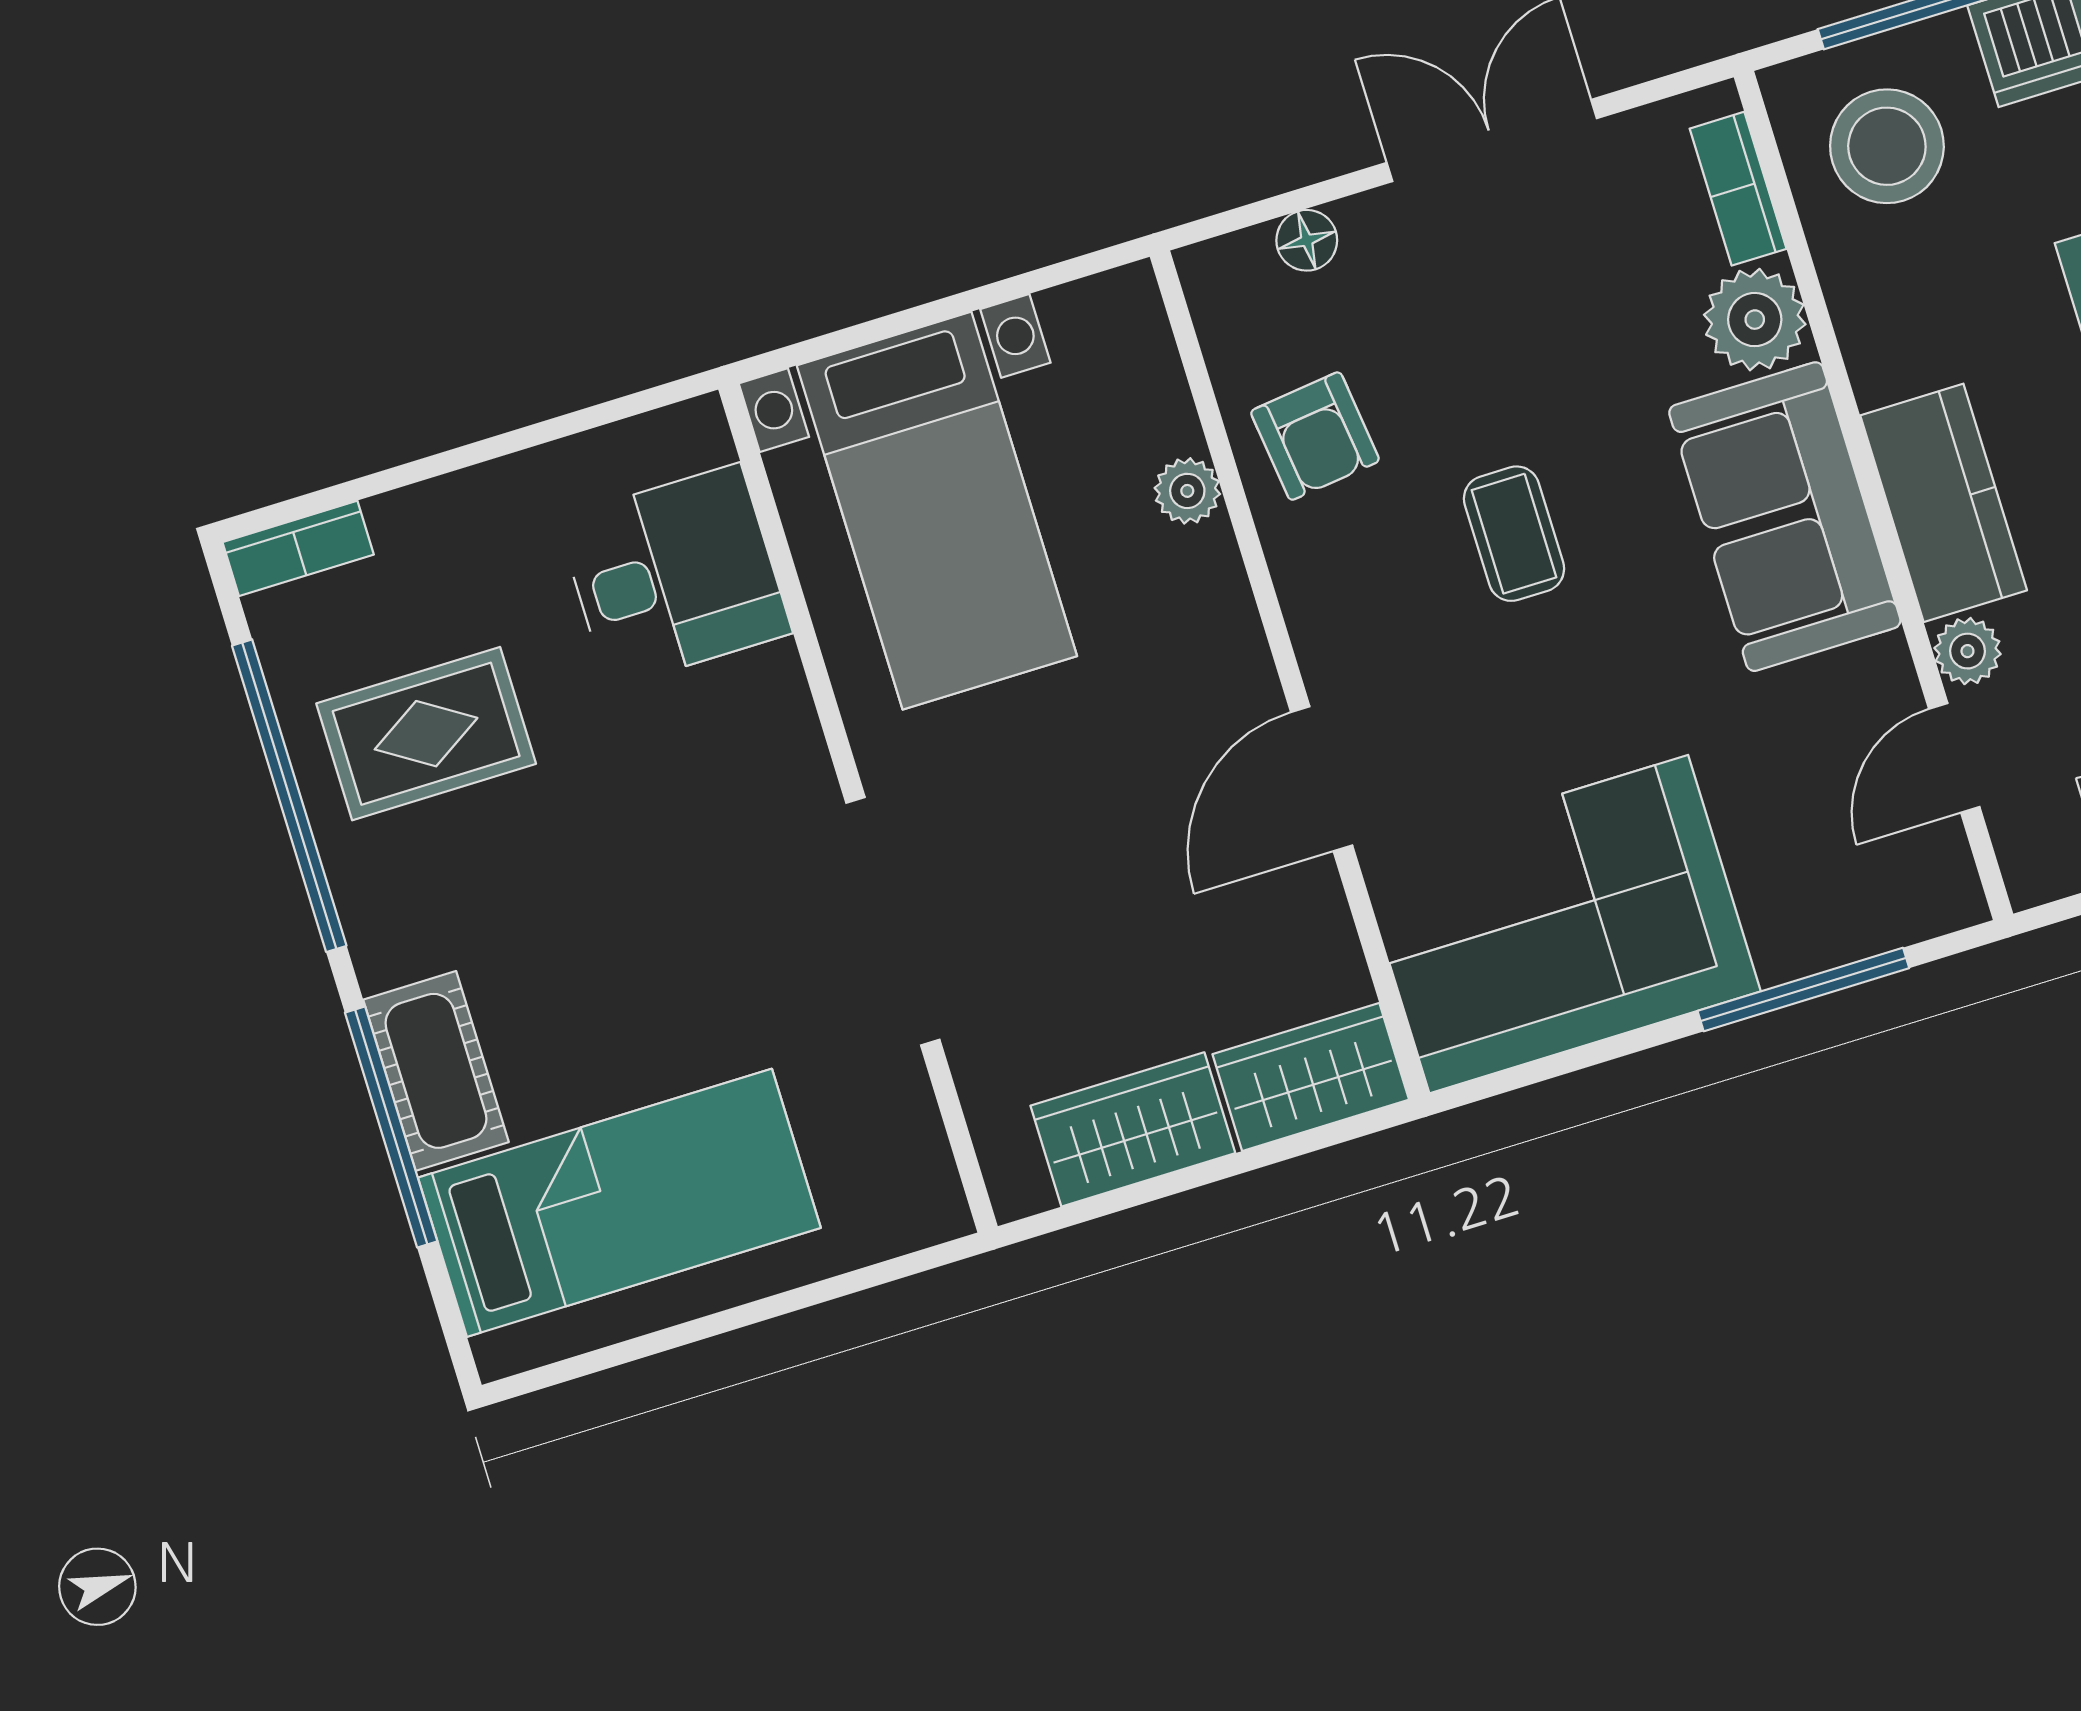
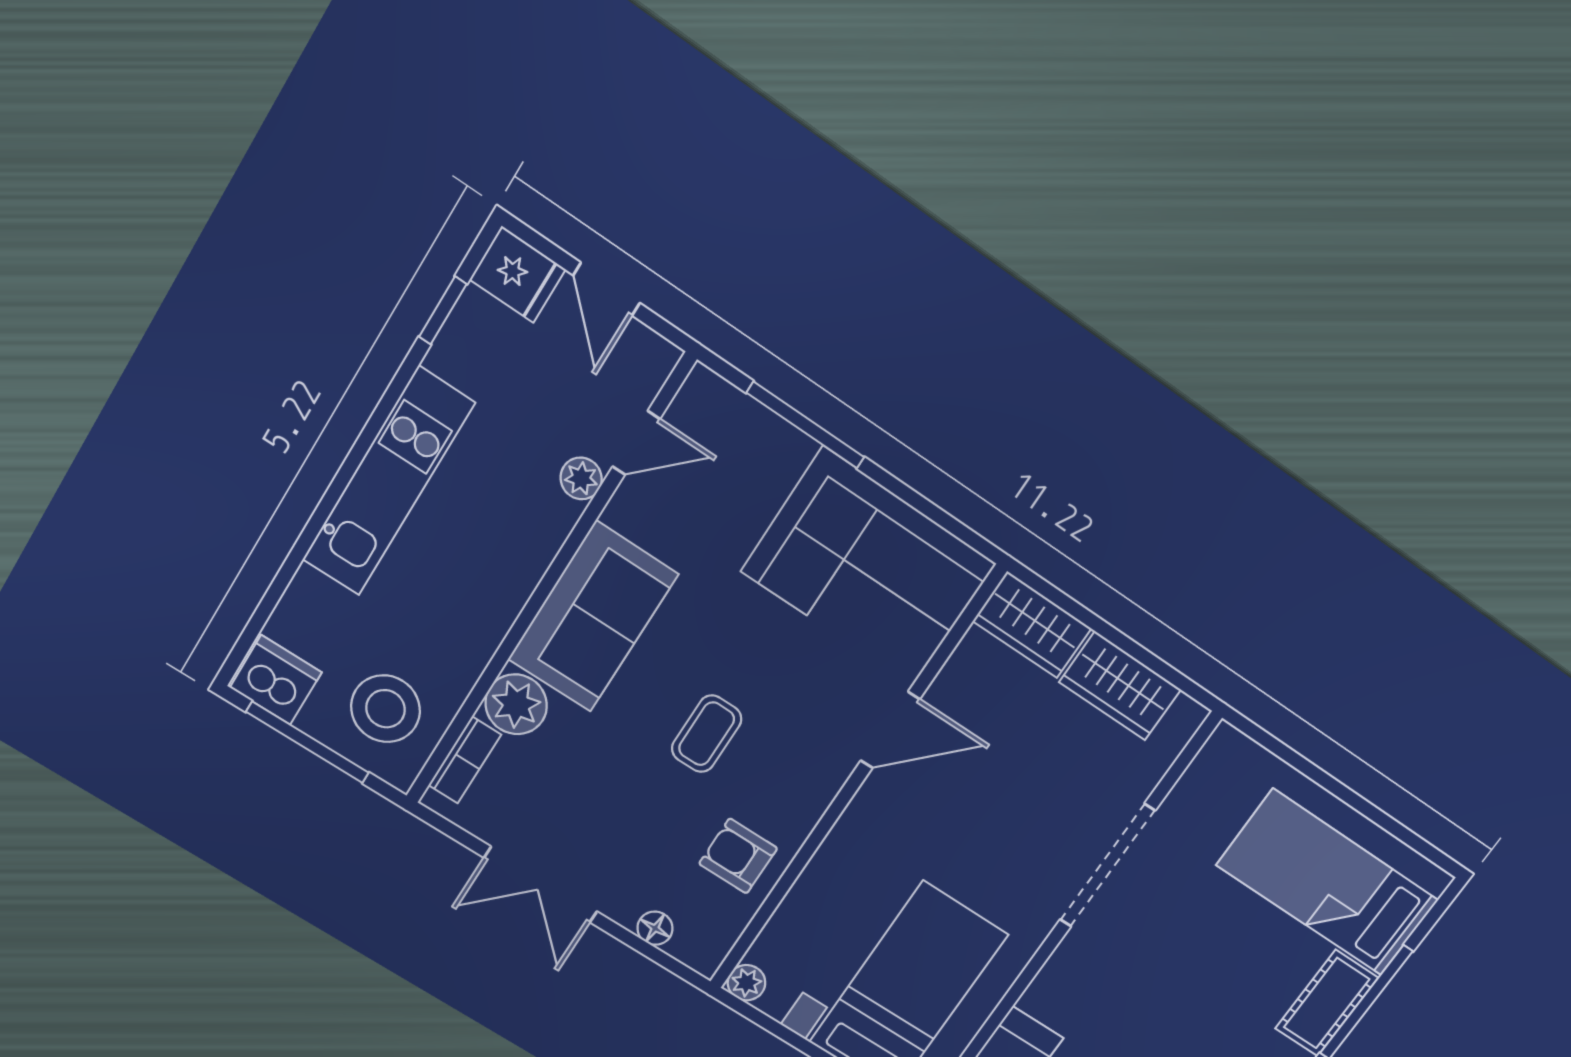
armchair: (1315, 436) -> (738, 856), turned -83
plant: (1187, 491) -> (747, 983), moved
kitchen counter: (1944, 503) -> (523, 548), removed

